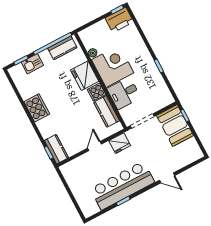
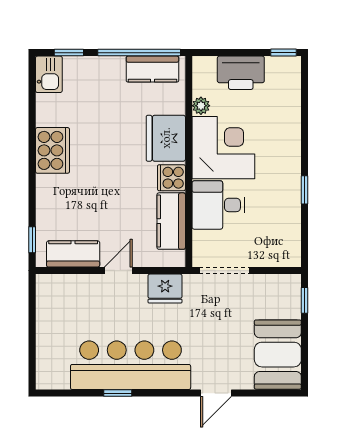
printer: (119, 20) -> (241, 73), moved
kitchen sink: (32, 64) -> (49, 74), moved, turned -90
booth: (175, 125) -> (278, 355), moved
kitchen counter: (56, 149) -> (73, 254), moved, turned -90
door: (167, 178) -> (216, 393), hinge flipped

